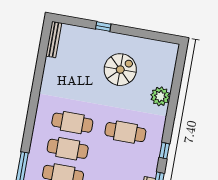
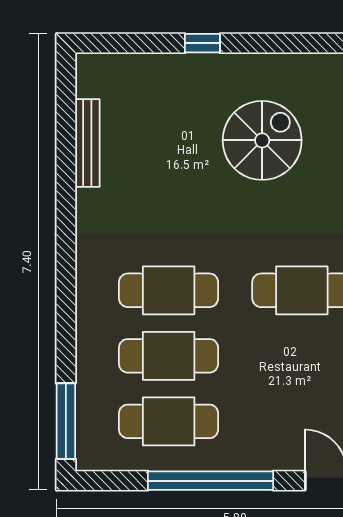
bench: (54, 40) -> (87, 143), moved

